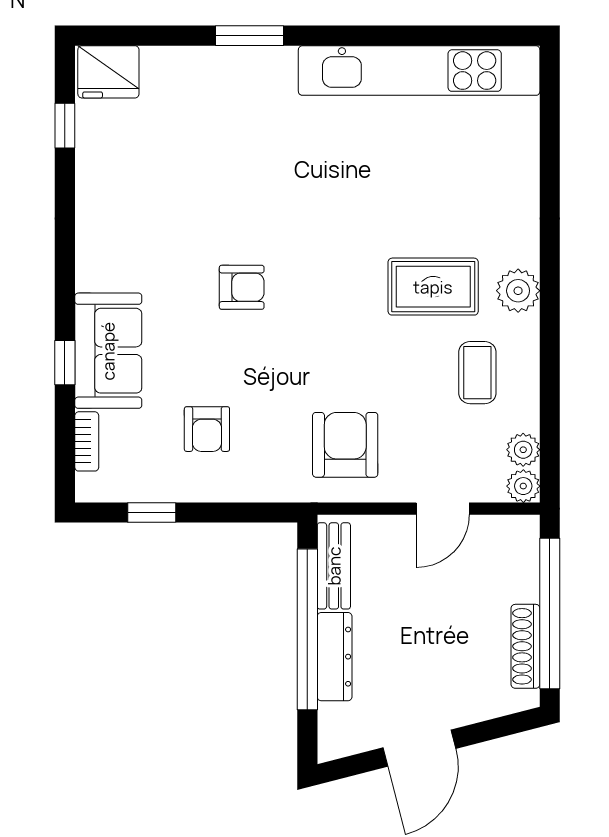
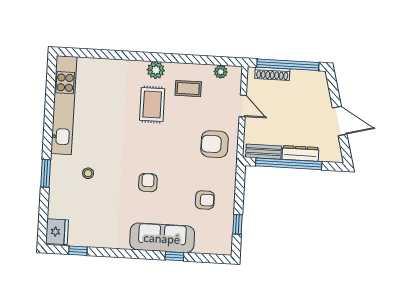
stool: (256, 139) -> (88, 173), added
sofa: (108, 351) -> (162, 238), width x1.36
bookcase: (87, 441) -> (207, 249), removed
plant: (523, 486) -> (235, 73), removed
shoe rack: (525, 646) -> (272, 74), moved

